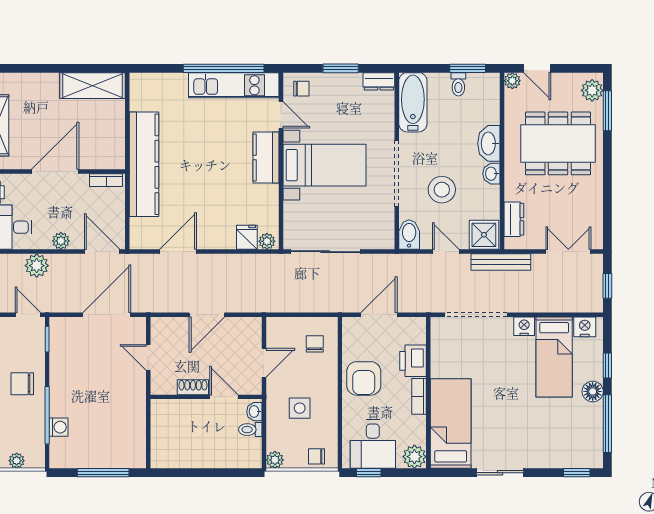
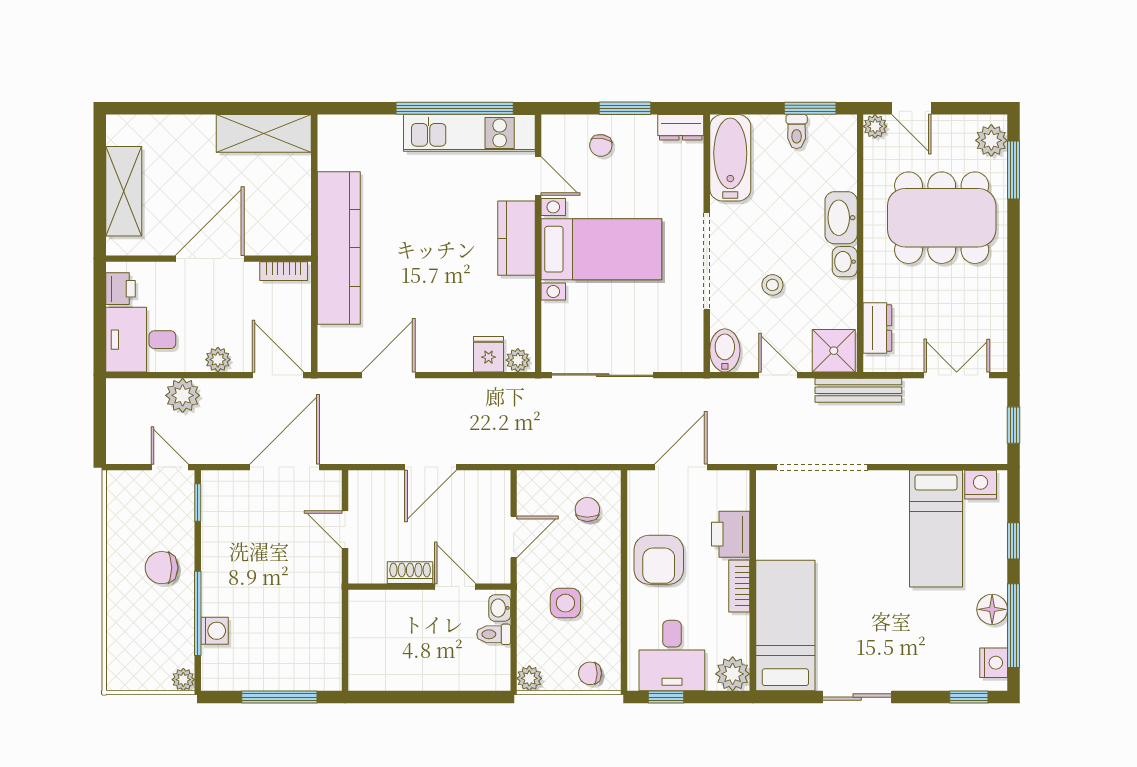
chair: (301, 89) -> (601, 145), moved, turned 99
stool: (442, 190) -> (772, 285), width x0.53, depth x0.53
nightstand: (524, 326) -> (994, 663), moved, turned 90
floor lamp: (593, 391) -> (992, 609), moved
plant: (17, 461) -> (183, 680), moved

